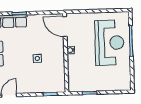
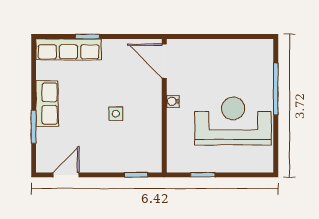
reception desk: (109, 43) -> (233, 121), moved, turned -90

